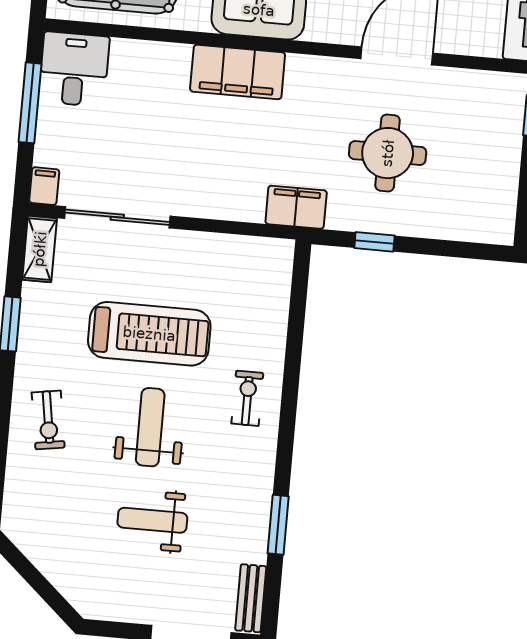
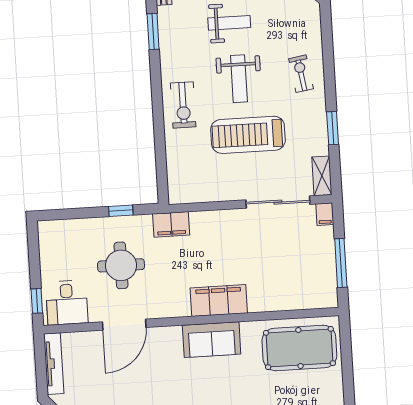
desk: (74, 69) -> (67, 303), moved
exercise bike: (247, 398) -> (183, 105), width x1.38, depth x1.39

